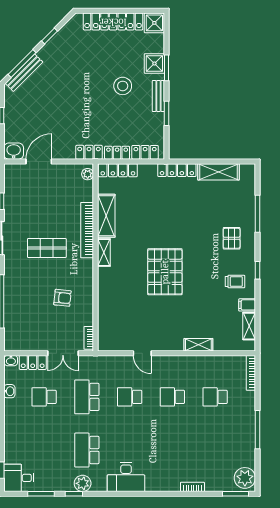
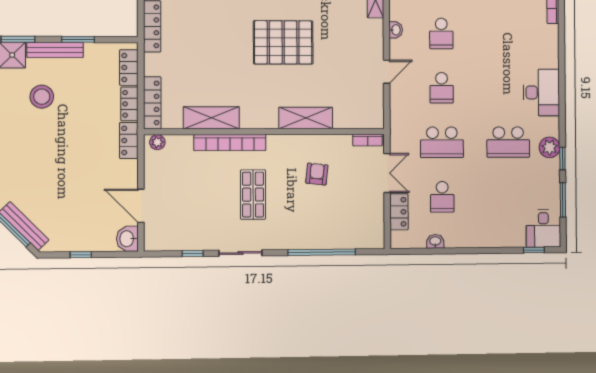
bench: (158, 96) -> (55, 50), width x1.36
shelving: (104, 253) -> (306, 118), moved, width x1.50, depth x1.33
washbasin: (11, 361) -> (396, 30), moved

